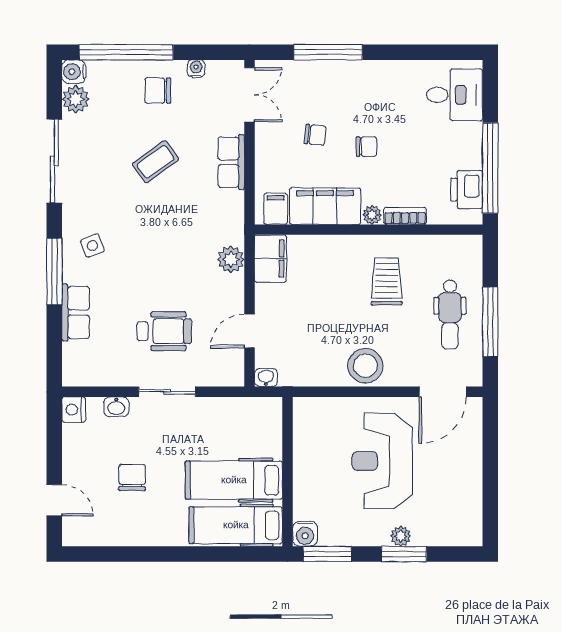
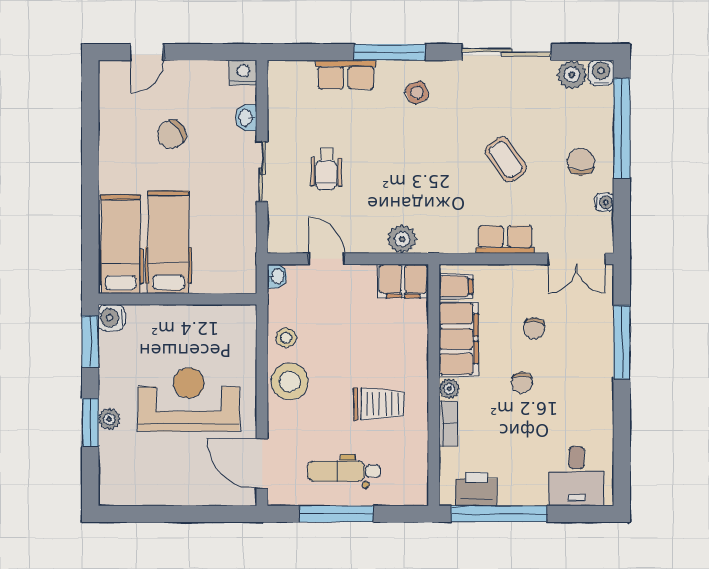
wheelchair: (164, 331) -> (326, 169), width x0.73, depth x0.73
stool: (324, 369) -> (286, 338), added
chair: (132, 478) -> (171, 135), turned 148

